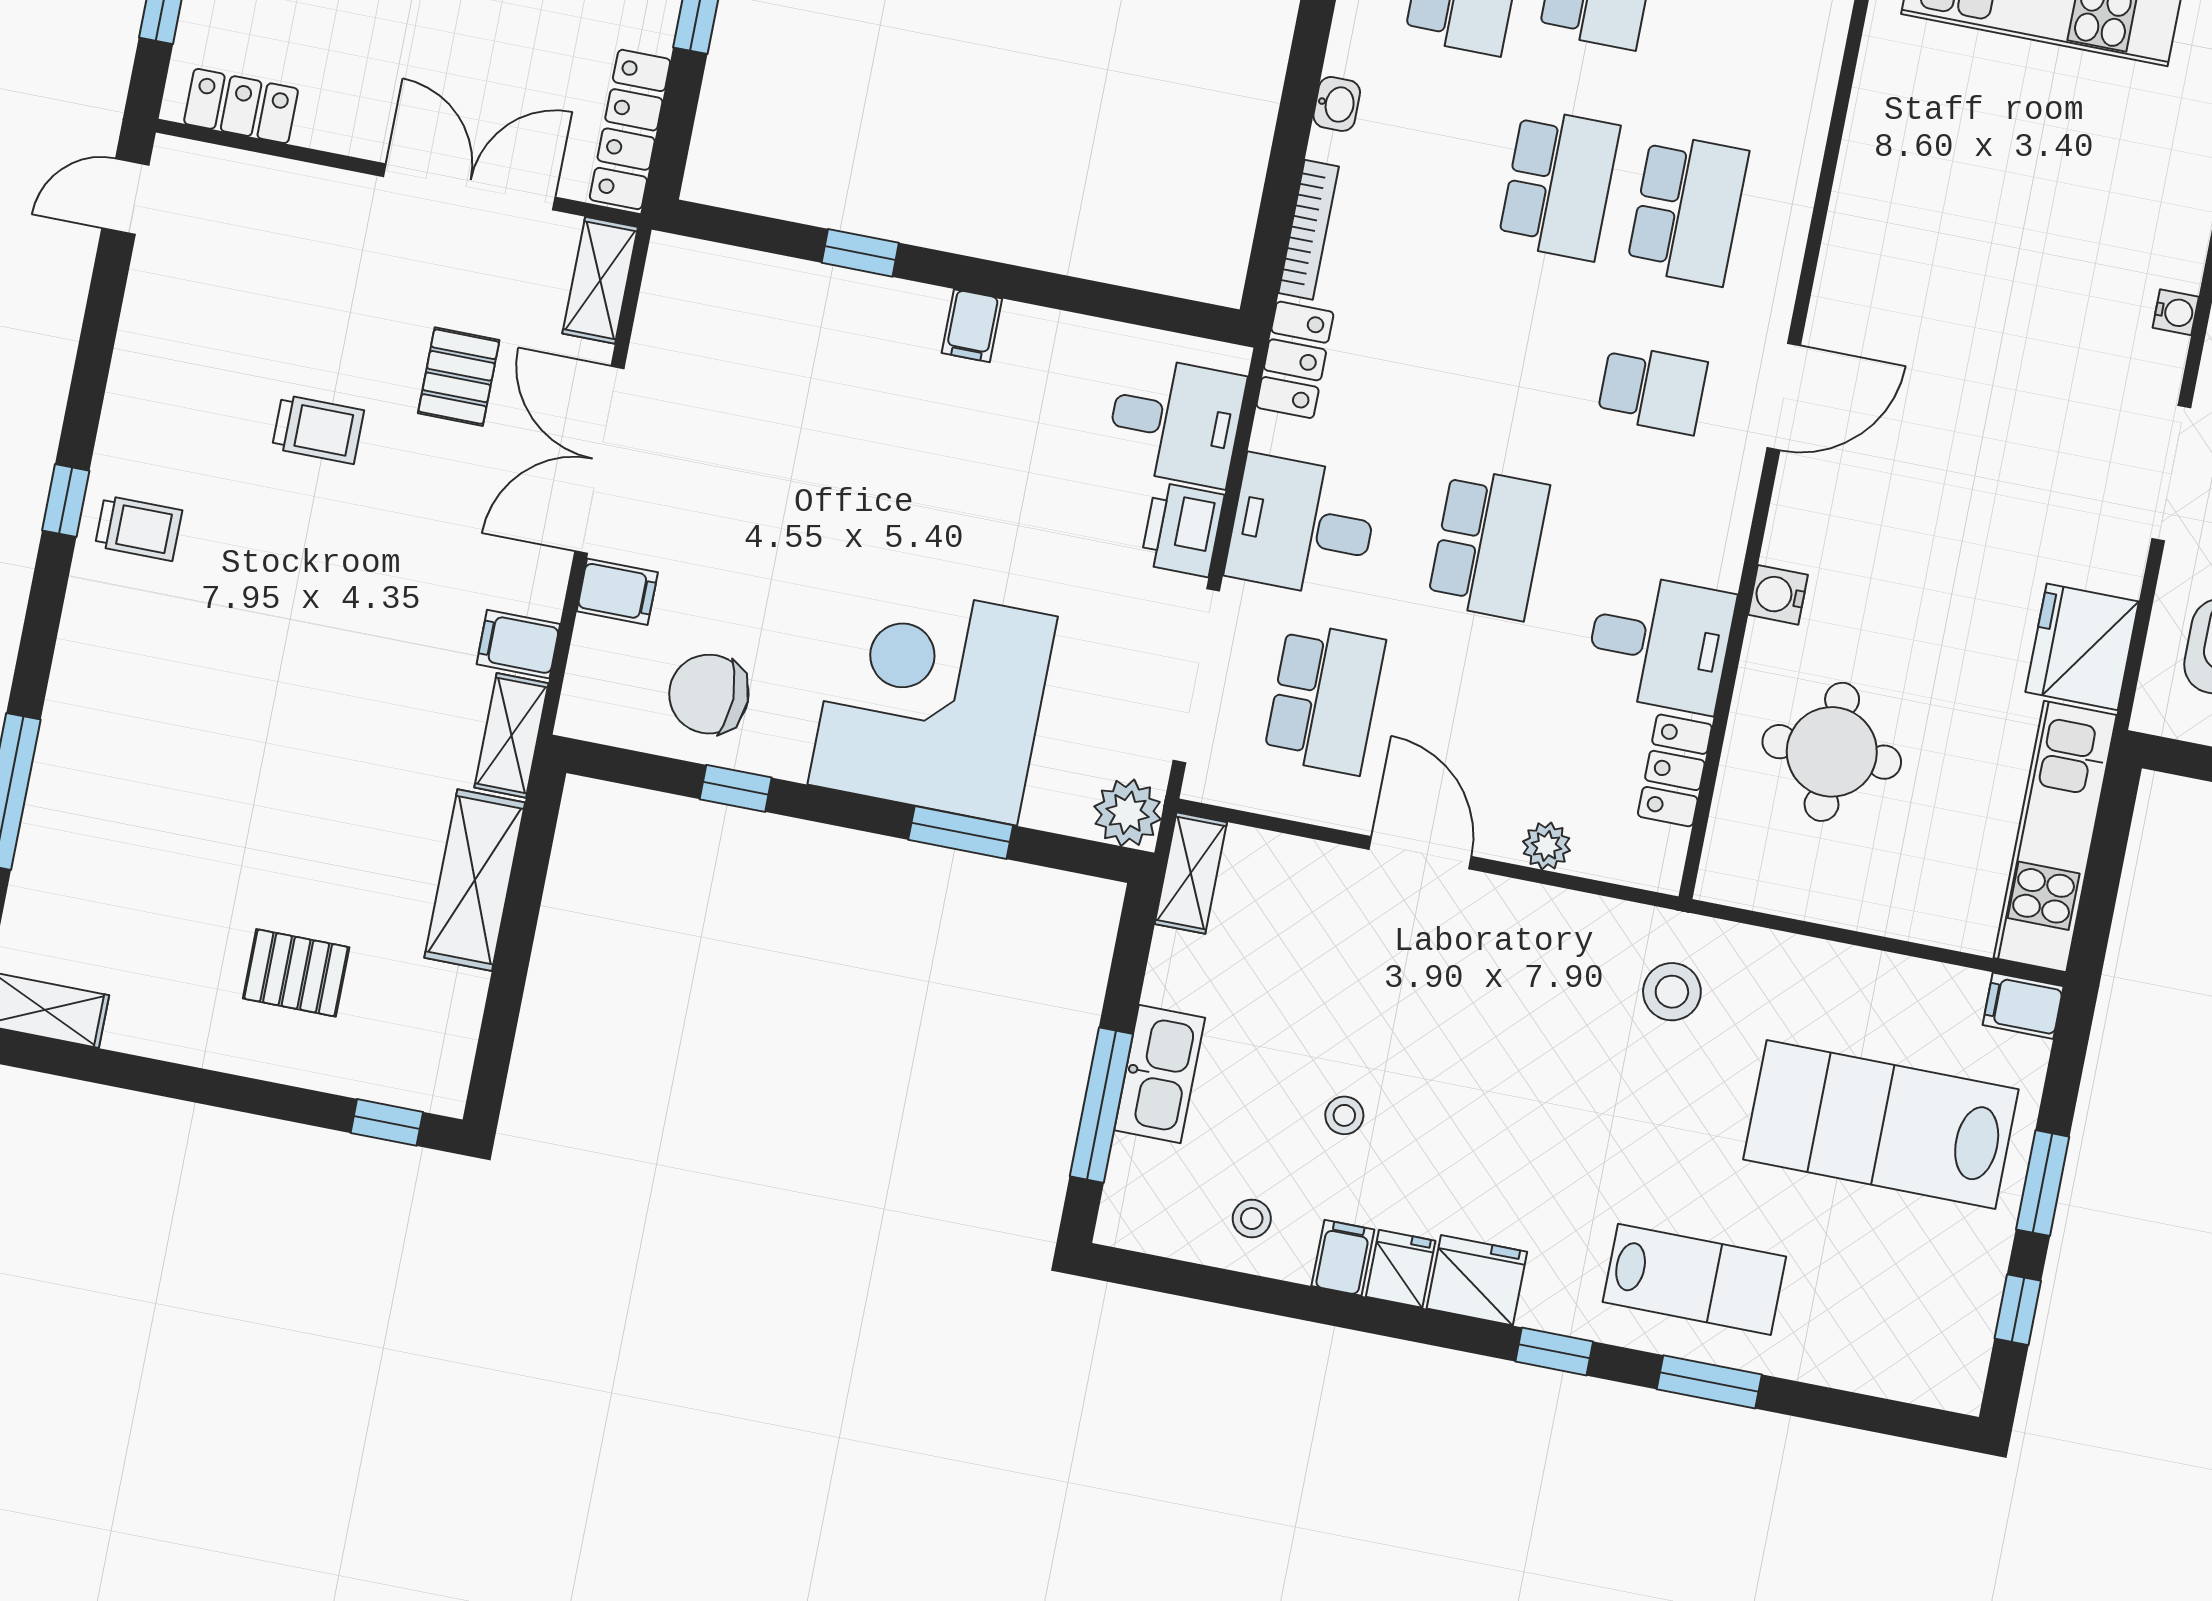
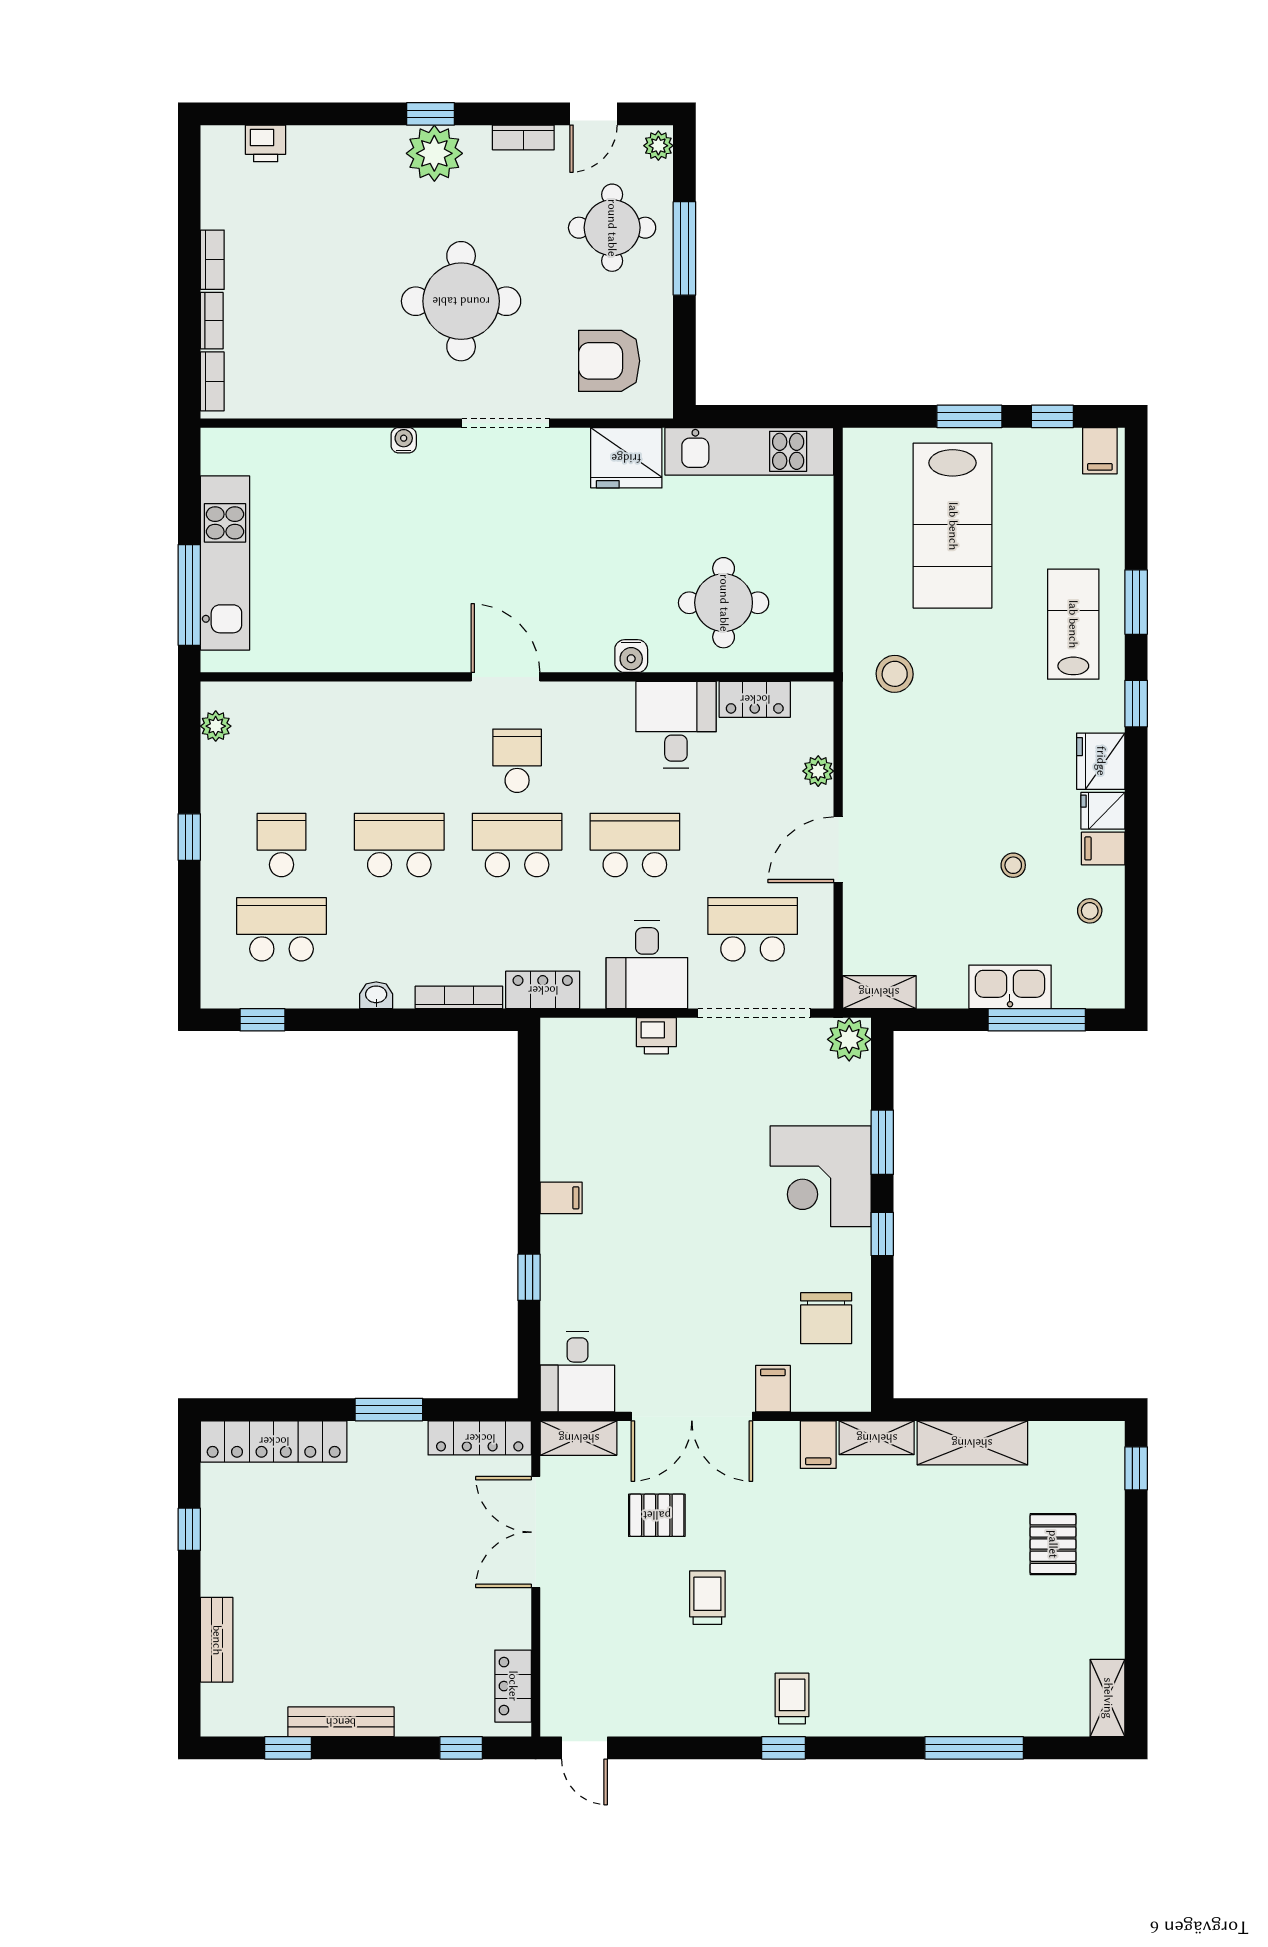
school desk: (1688, 210) -> (517, 845), moved
desk: (1175, 421) -> (577, 1372), moved, turned 180
printer: (1182, 529) -> (656, 1036), width x0.73, depth x0.81
corner desk: (933, 701) -> (821, 1176), width x0.74, depth x0.74
window: (736, 788) -> (882, 1234), moved
filing cabinet: (2023, 1006) -> (1100, 451), moved

